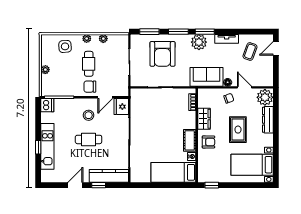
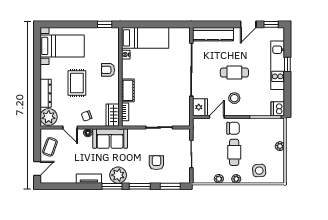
coffee table: (250, 51) -> (50, 147), moved
armchair: (162, 54) -> (156, 163), width x0.53, depth x0.53
wardrobe: (204, 119) -> (113, 115), moved
cot: (190, 140) -> (128, 90), moved
window: (99, 185) -> (271, 24), moved

